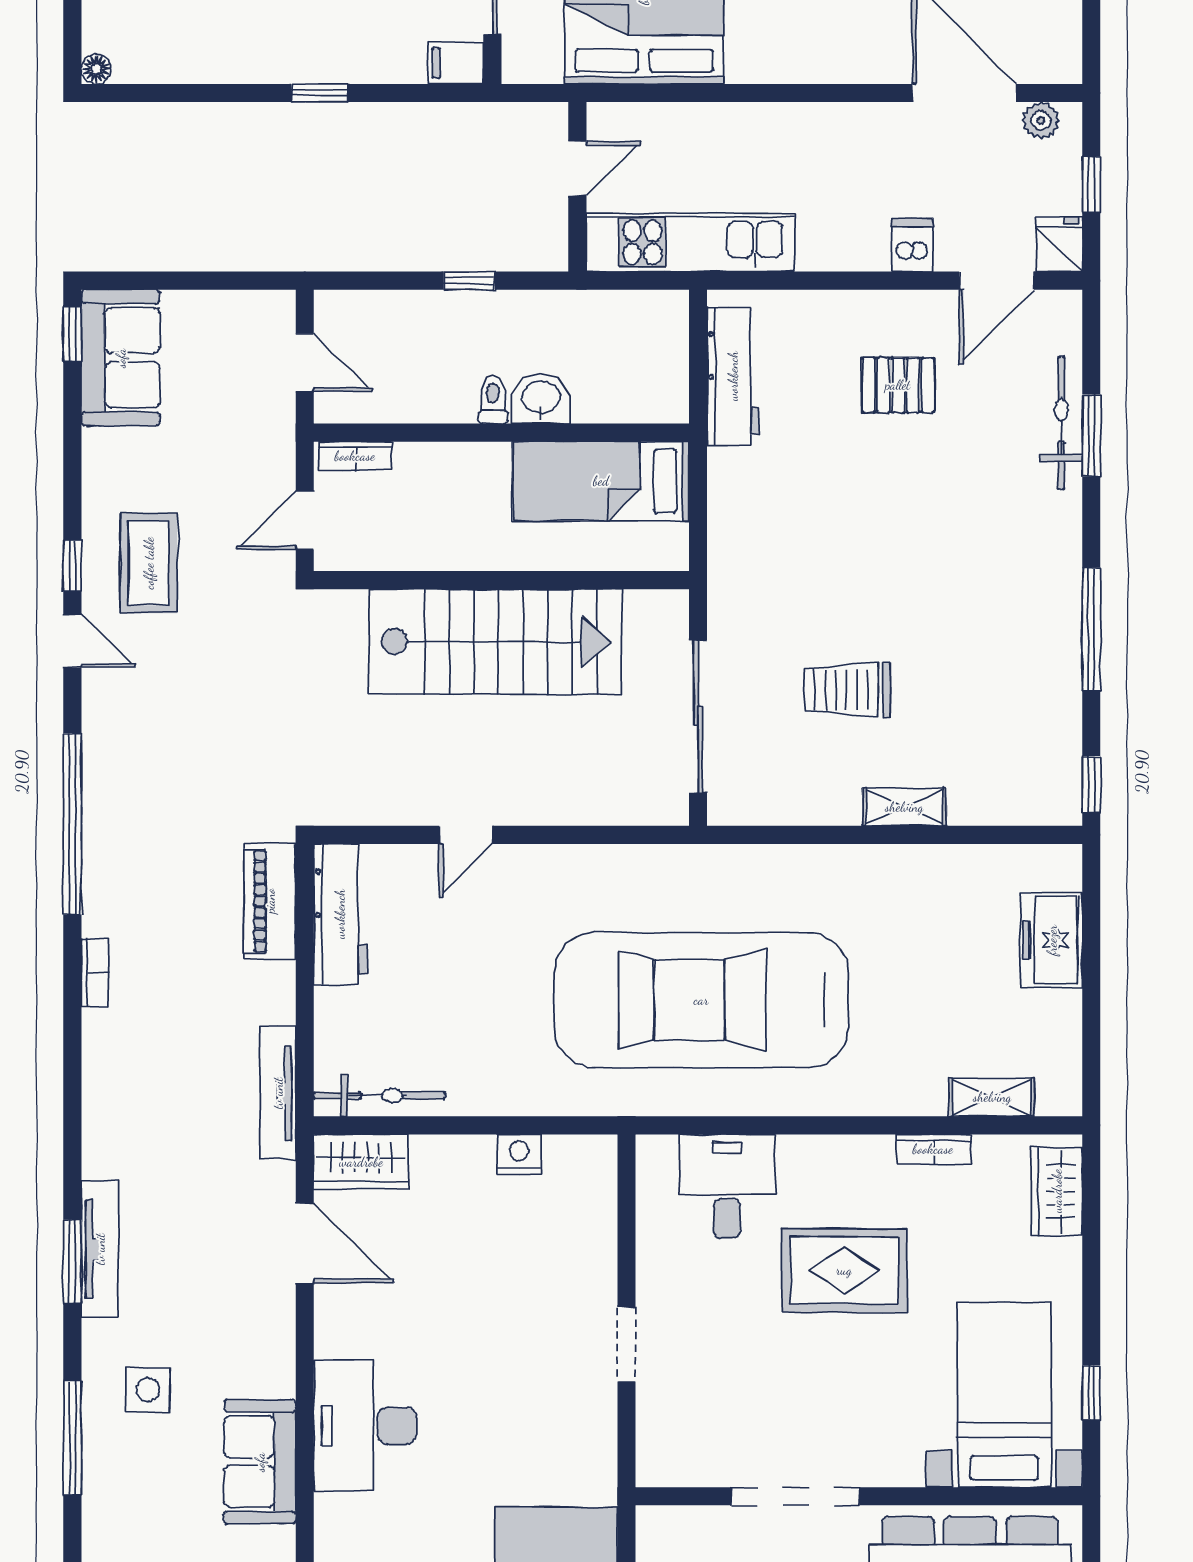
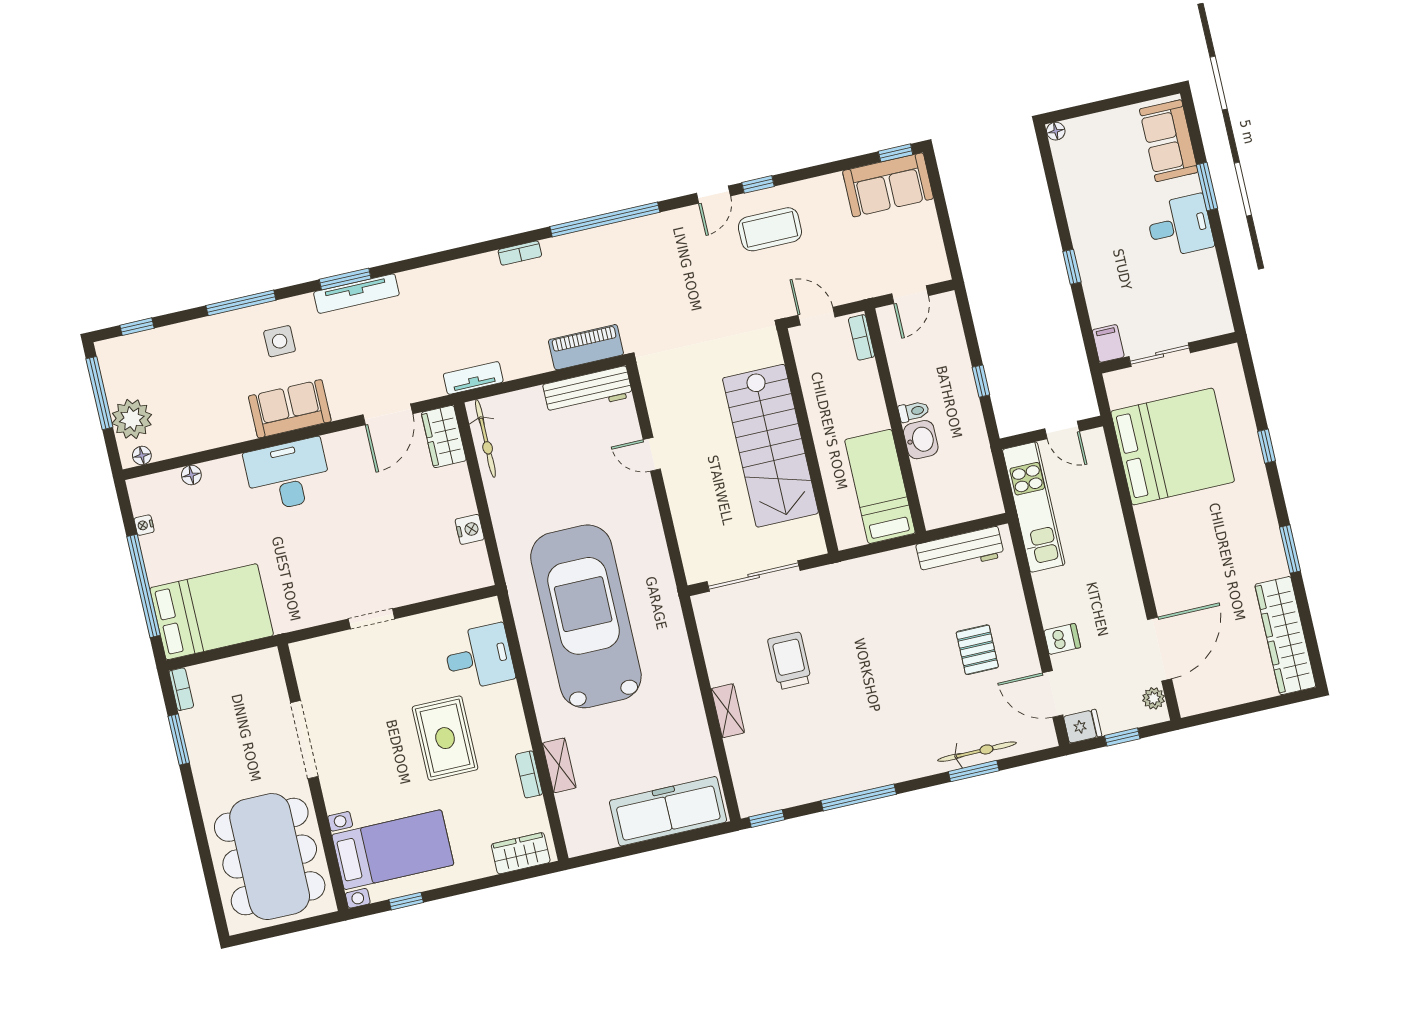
freezer: (1052, 940) -> (668, 811), width x1.91, depth x1.26
tv unit: (278, 1093) -> (473, 378), width x0.71
shelving: (992, 1097) -> (559, 765), moved
sofa: (260, 1462) -> (290, 409), moved

